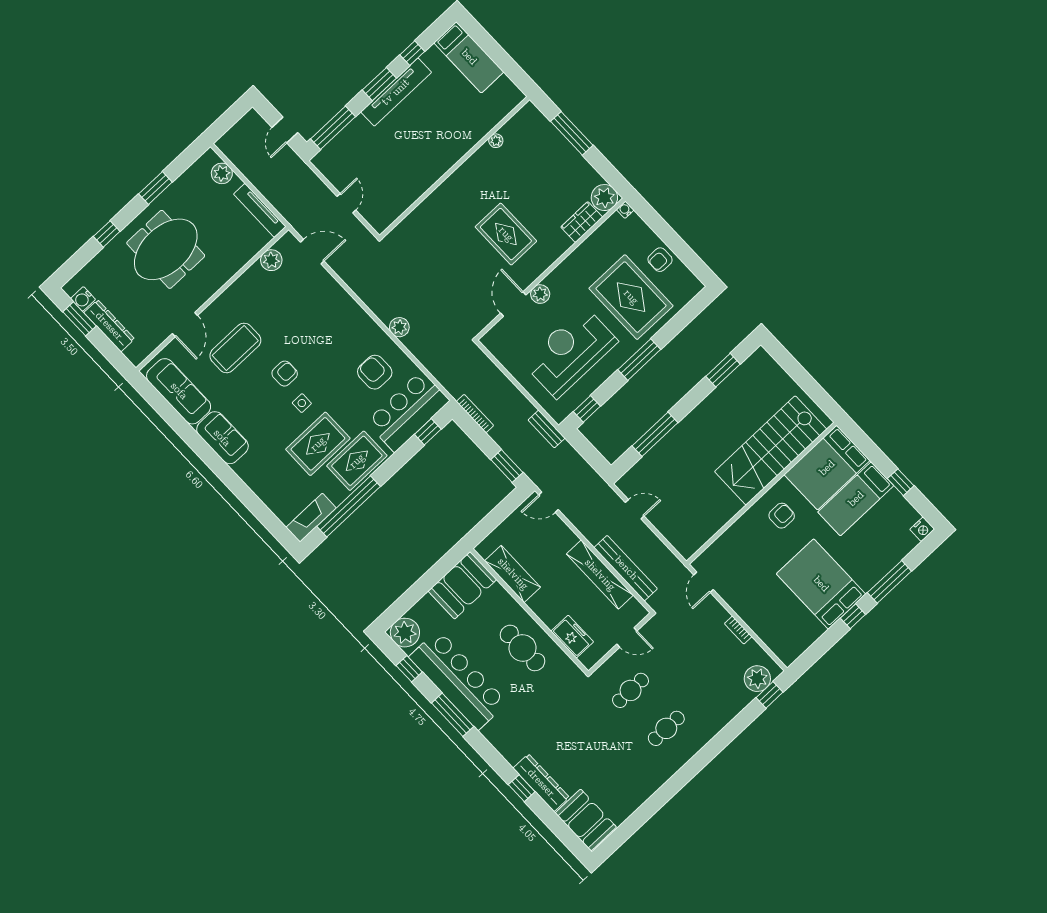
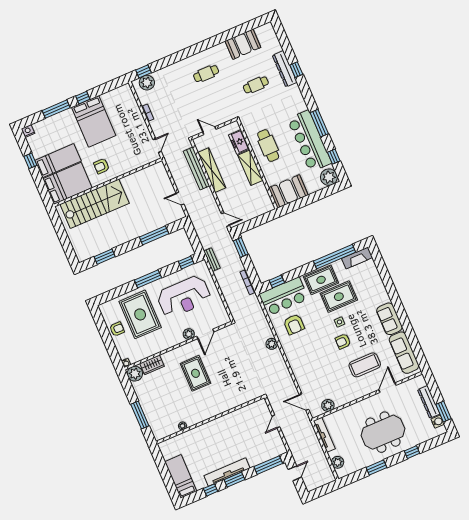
shelving: (513, 574) -> (250, 168), moved
cafe table: (631, 690) -> (256, 85), moved
booth: (586, 820) -> (243, 44), moved, turned 90

